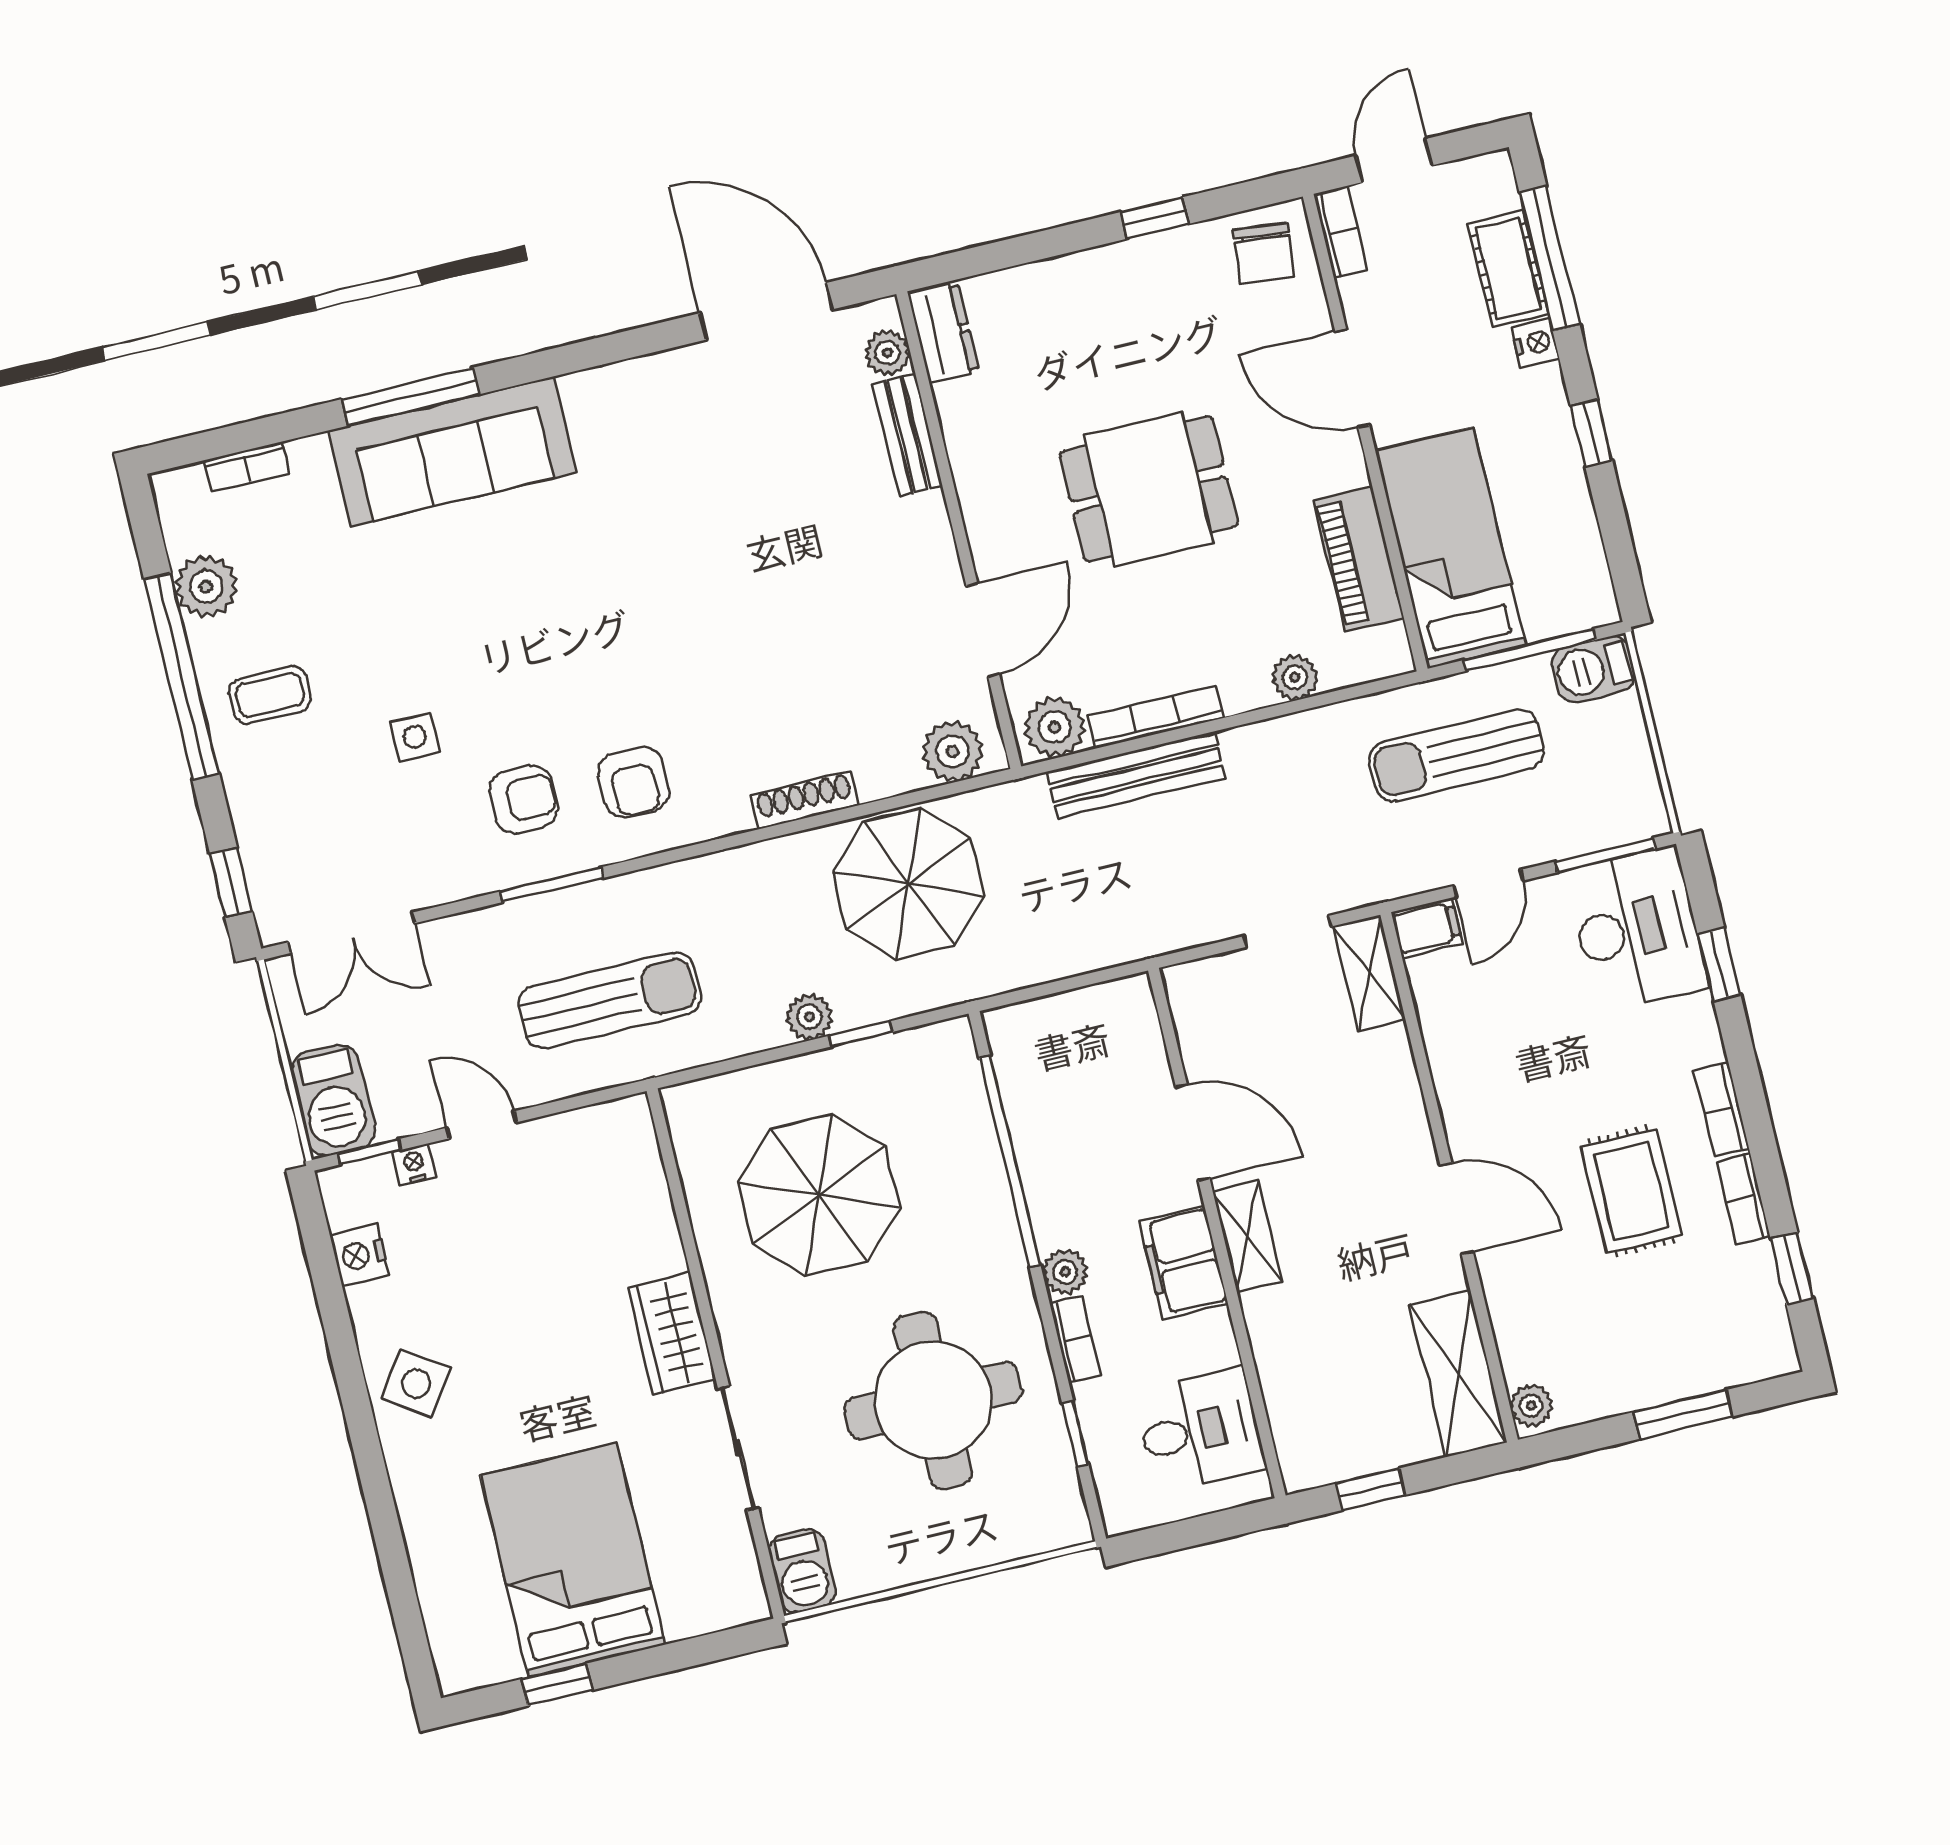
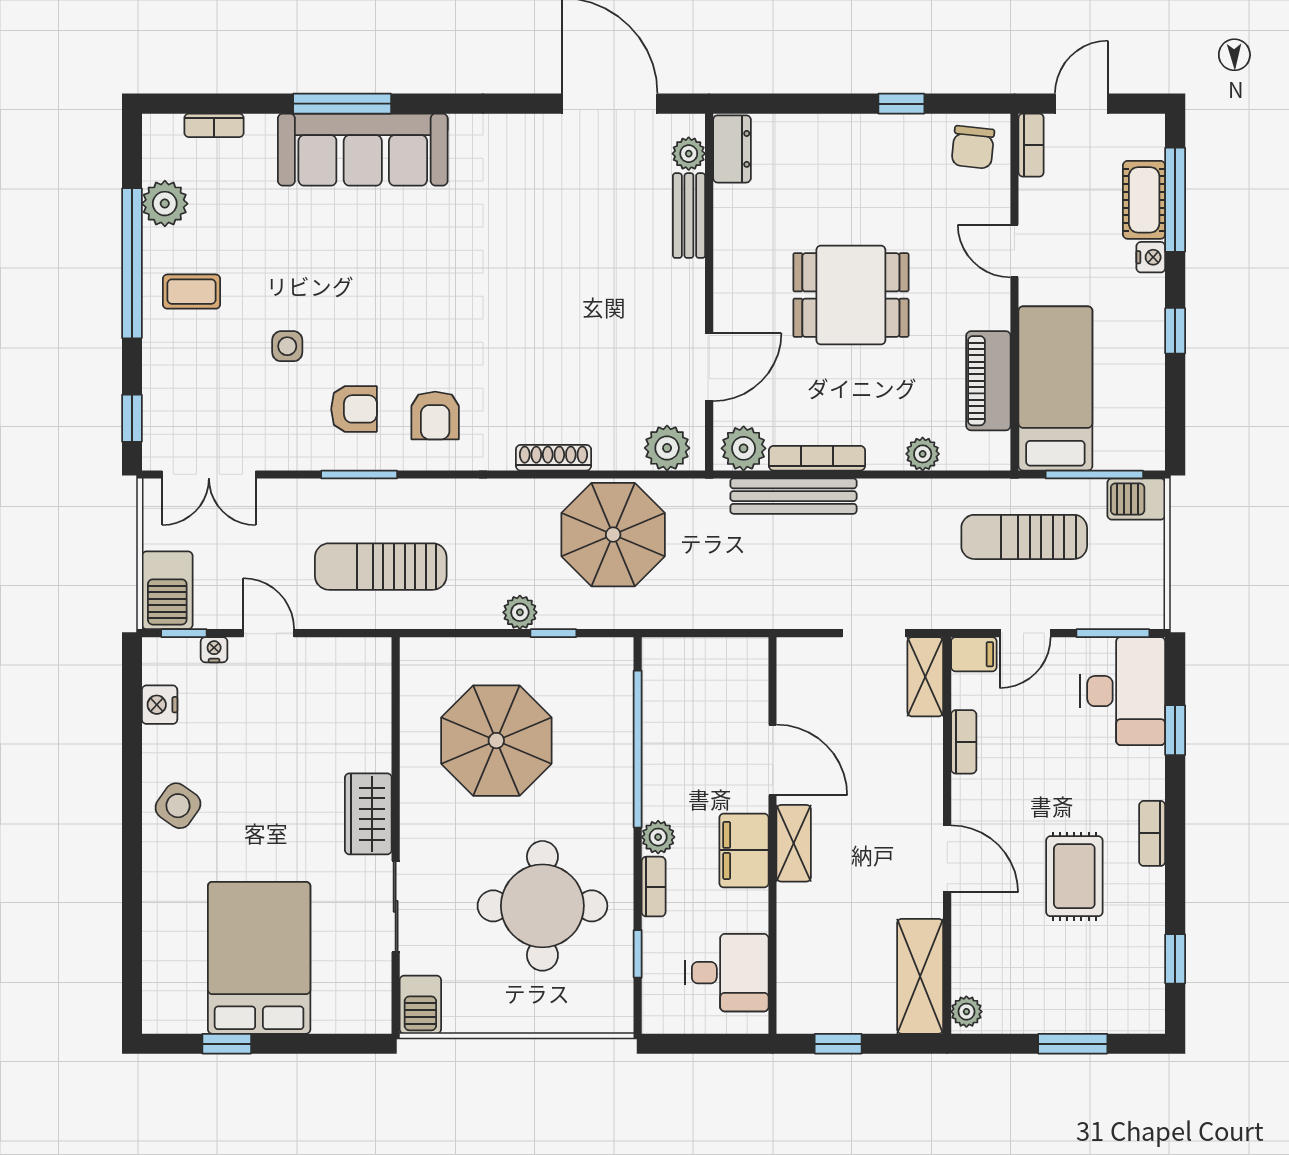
door: (1352, 378) -> (1014, 251), width x0.73
sun lounger: (610, 1000) -> (381, 567), turned 180
bookcase: (1743, 1199) -> (964, 742), moved, turned 180

